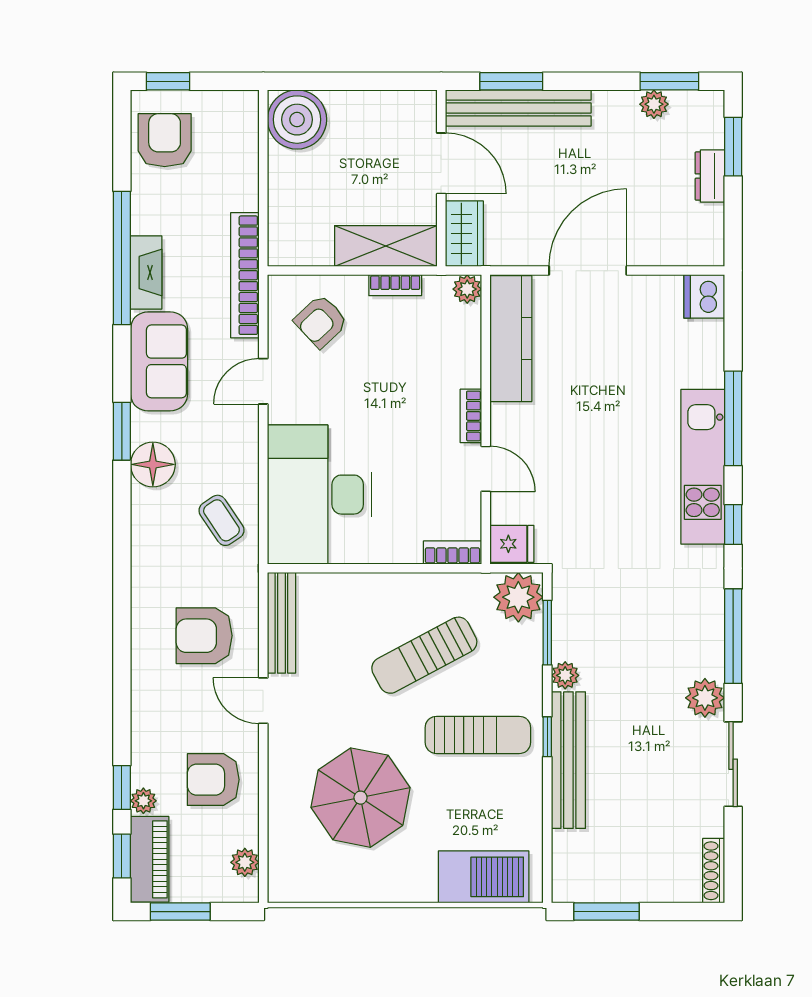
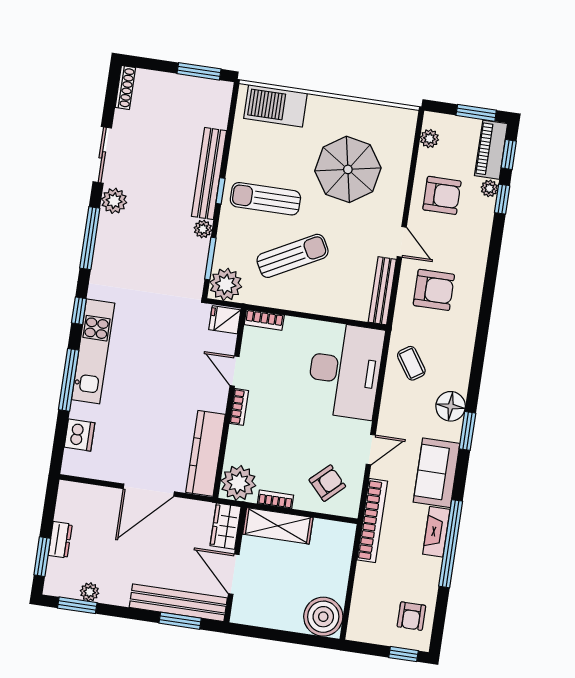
armchair: (165, 140) -> (411, 616), width x0.72, depth x0.72
plant: (467, 289) -> (238, 483), width x1.87, depth x1.87
dishwasher: (704, 296) -> (80, 435), moved

